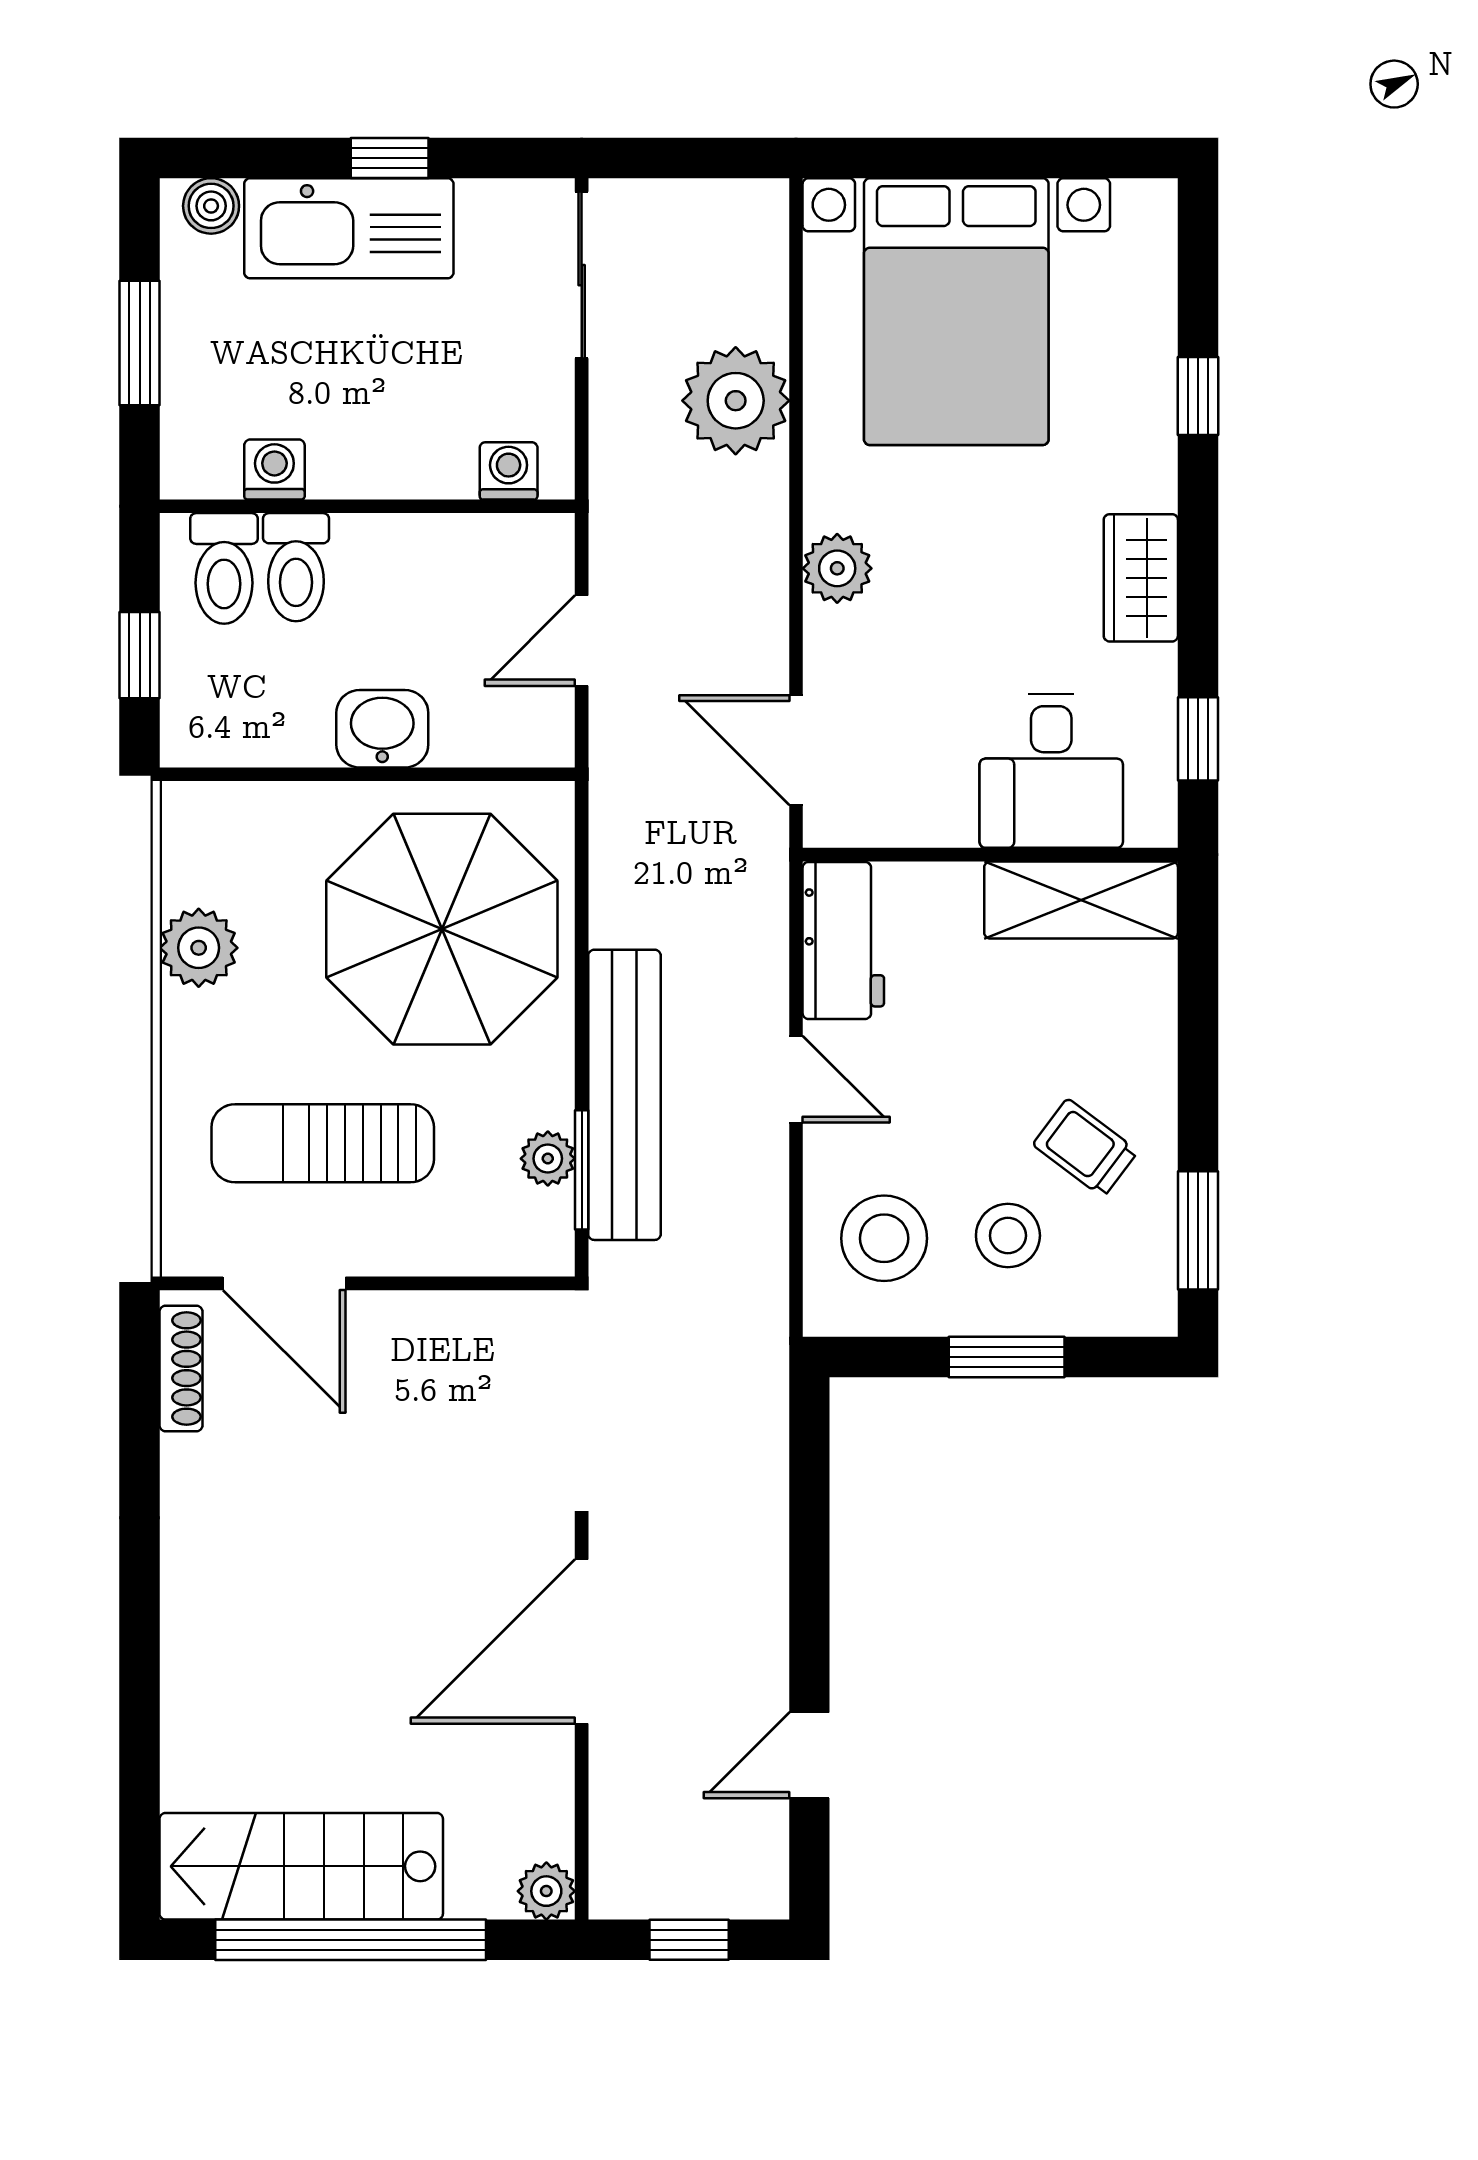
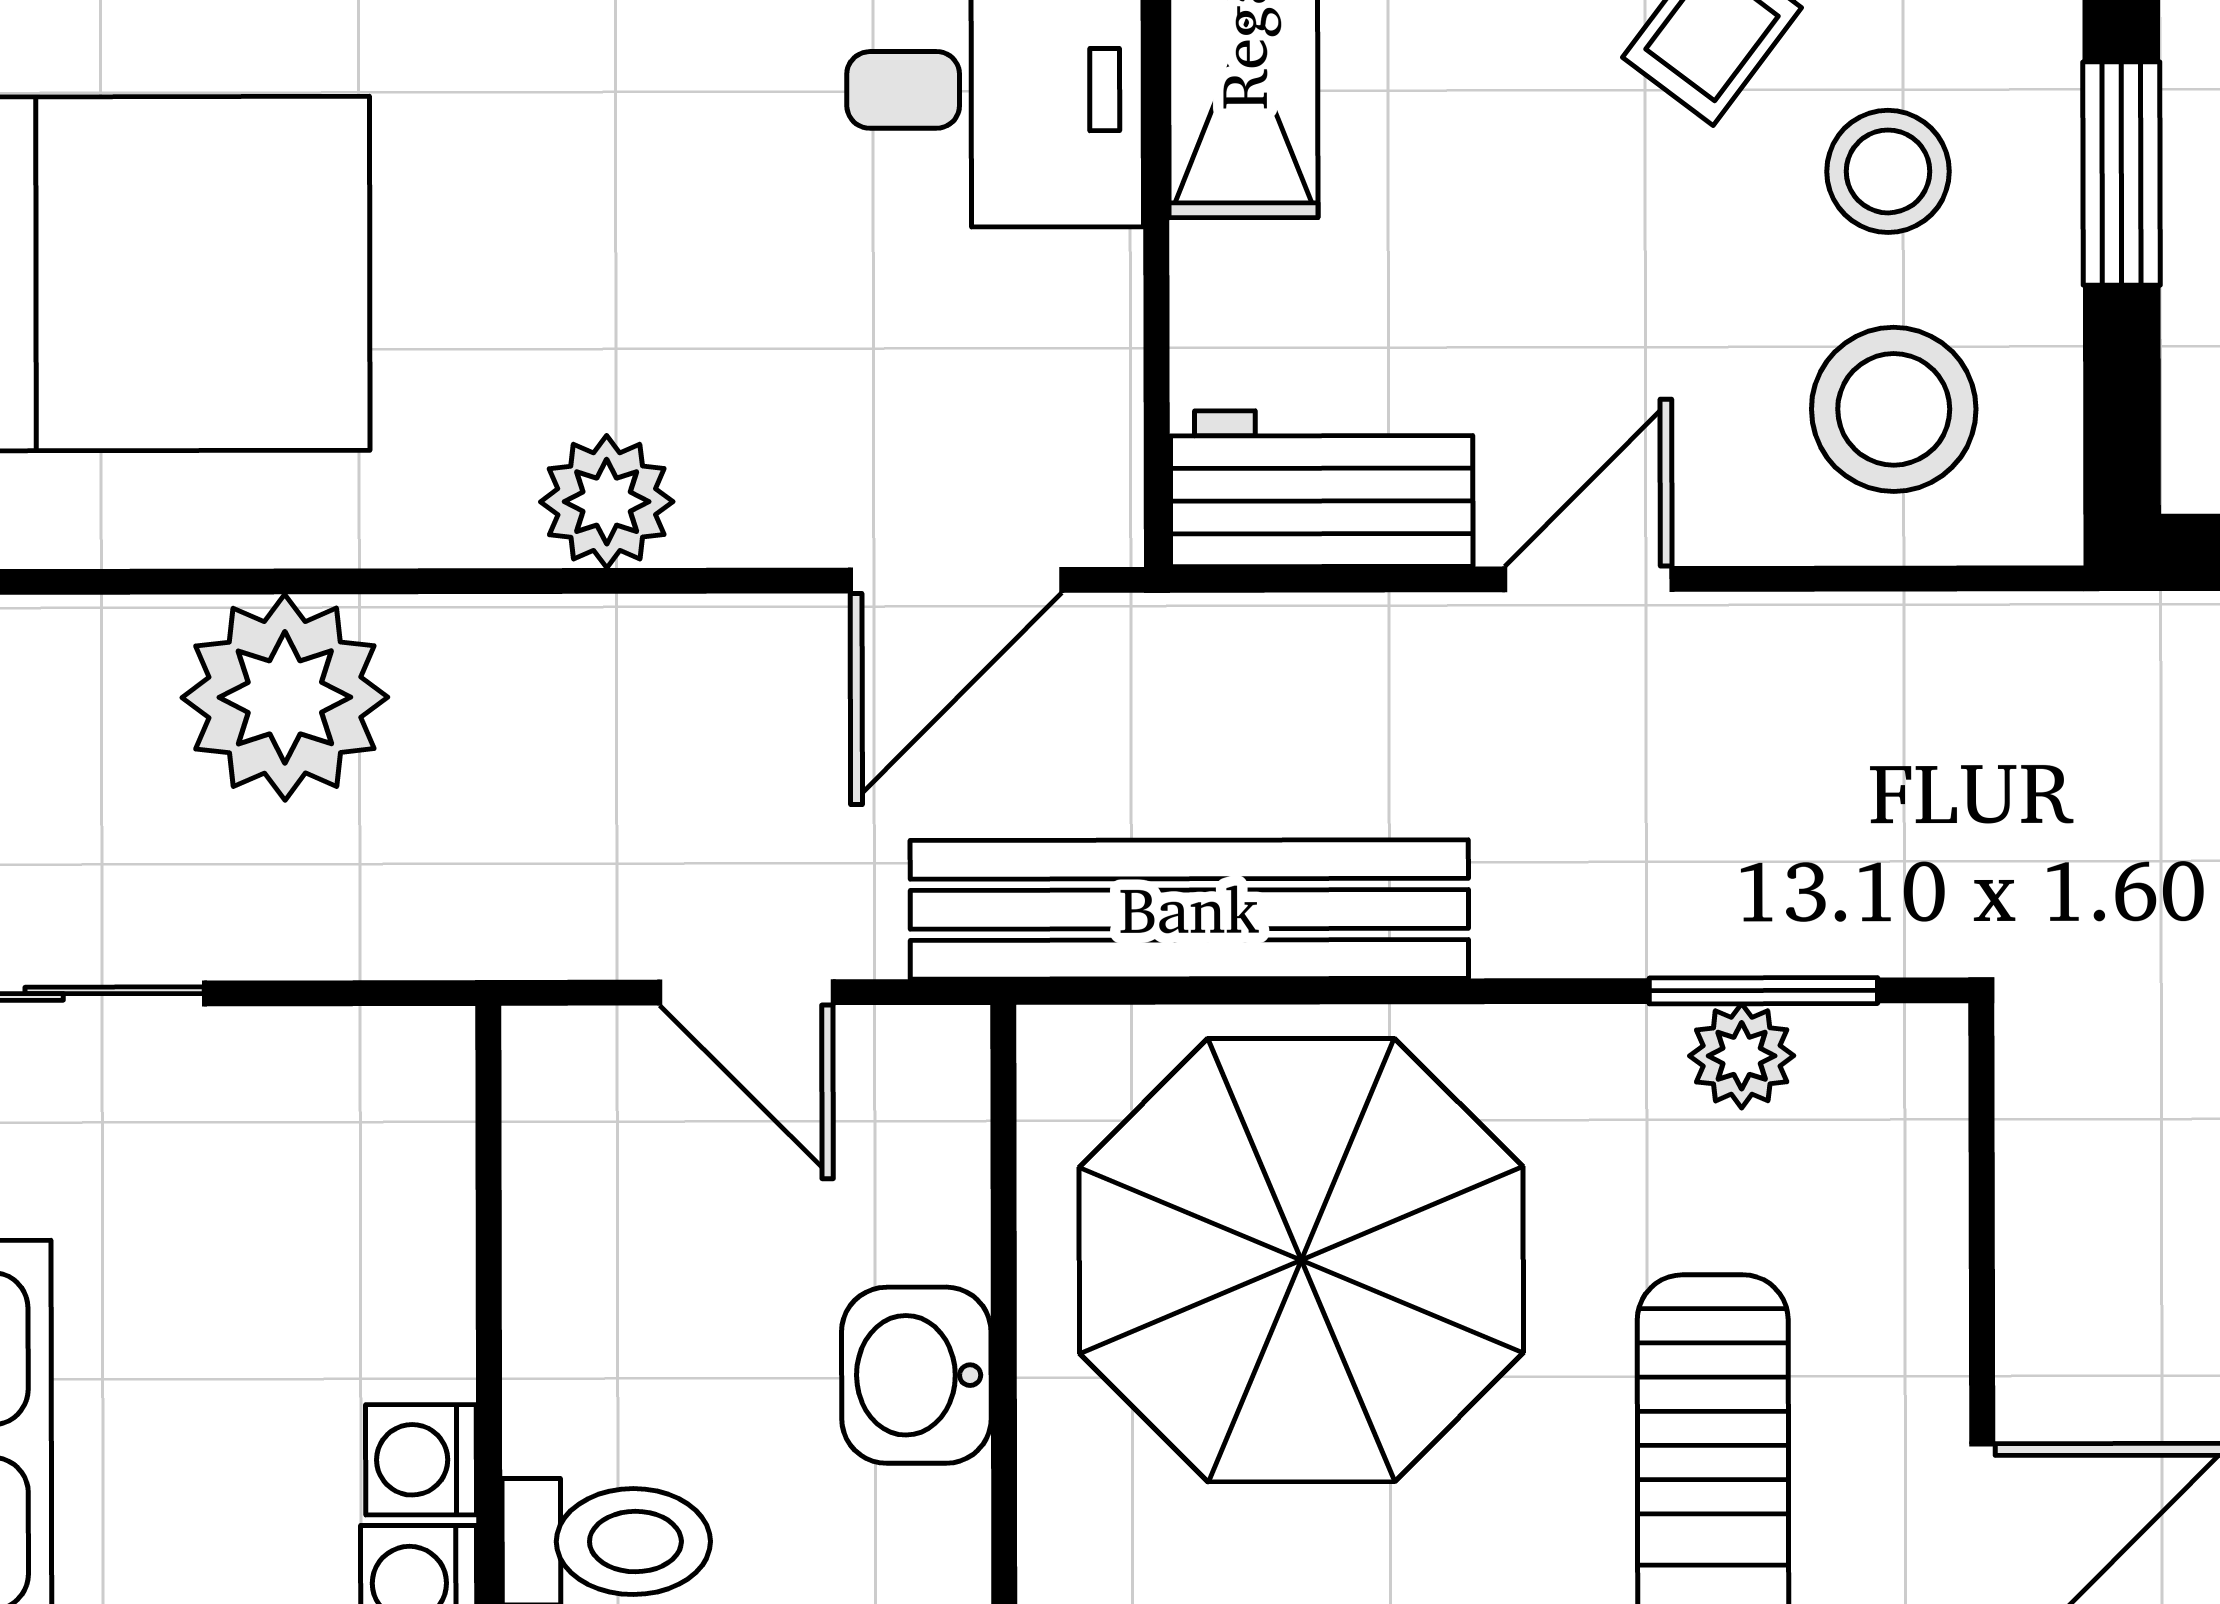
washing machine: (509, 471) -> (421, 1460), moved
bench: (624, 1095) -> (1189, 909), moved

